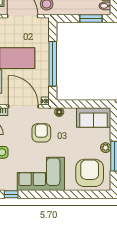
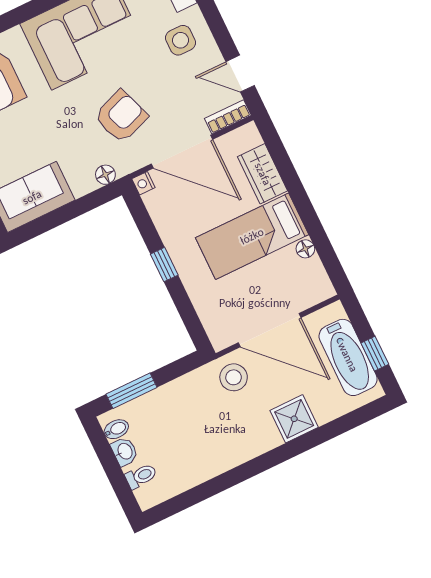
window: (53, 64) -> (164, 265), width x0.32
armchair: (41, 133) -> (121, 116), turned -110

